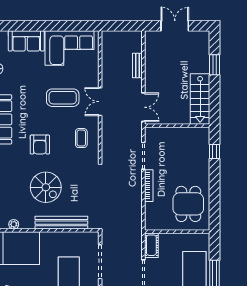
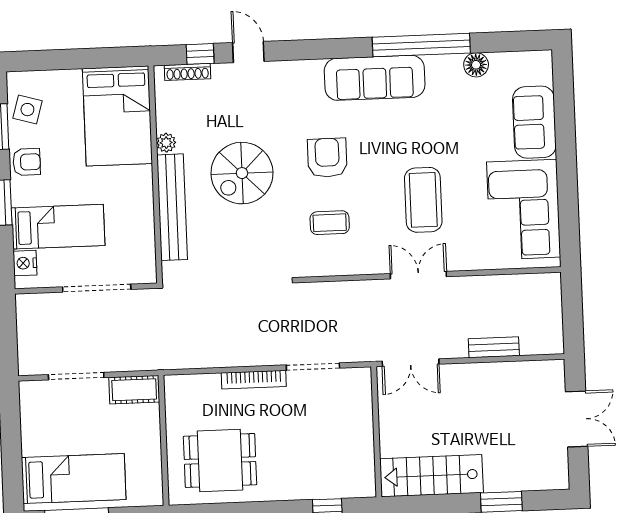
coffee table: (81, 138) -> (330, 223), moved
armchair: (40, 145) -> (327, 158), turned 90
plant: (14, 224) -> (166, 143), moved

